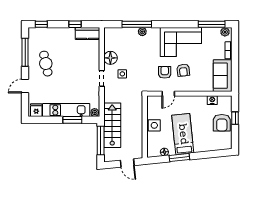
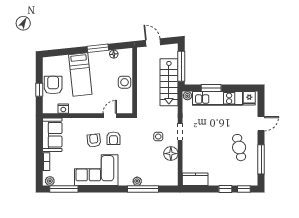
window: (75, 24) -> (225, 189), moved
bed: (183, 134) -> (80, 75), moved

